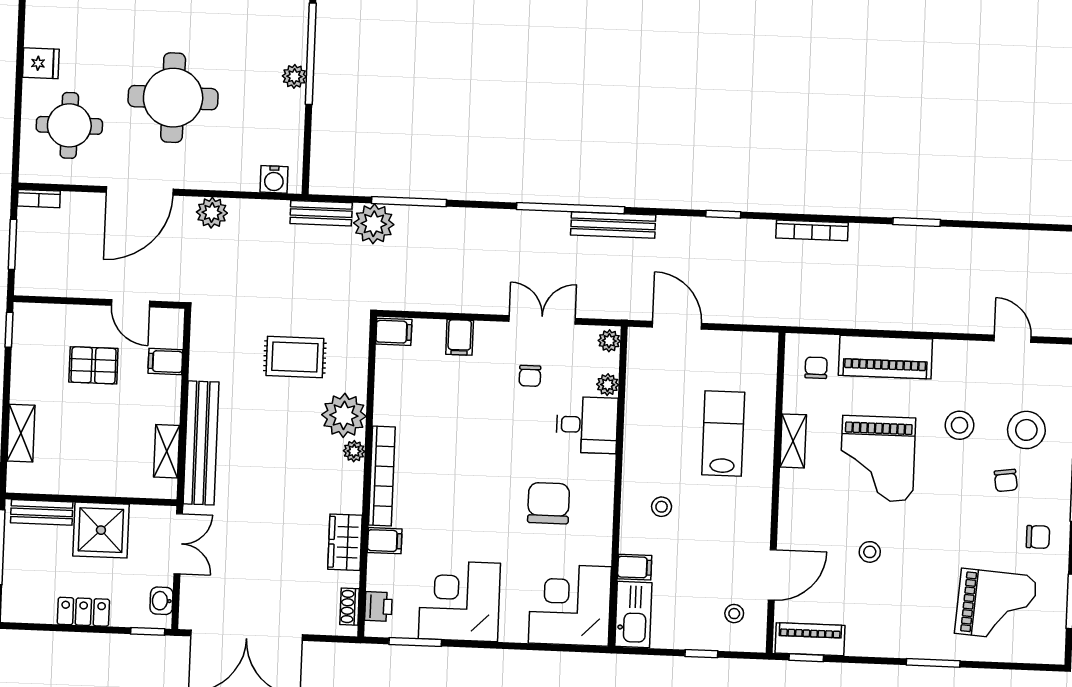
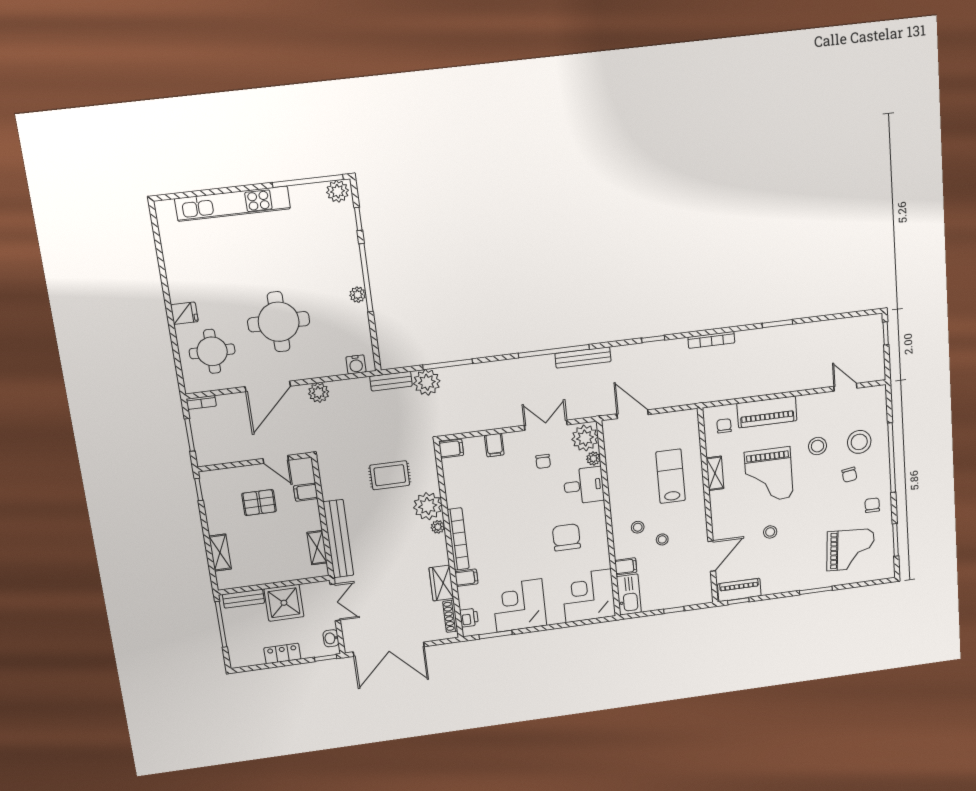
plant: (609, 341) -> (585, 438), width x1.88, depth x1.88
chair: (1038, 537) -> (872, 505), turned -90
shoe rack: (350, 607) -> (450, 616), width x1.43
stool: (734, 614) -> (662, 539), moved

